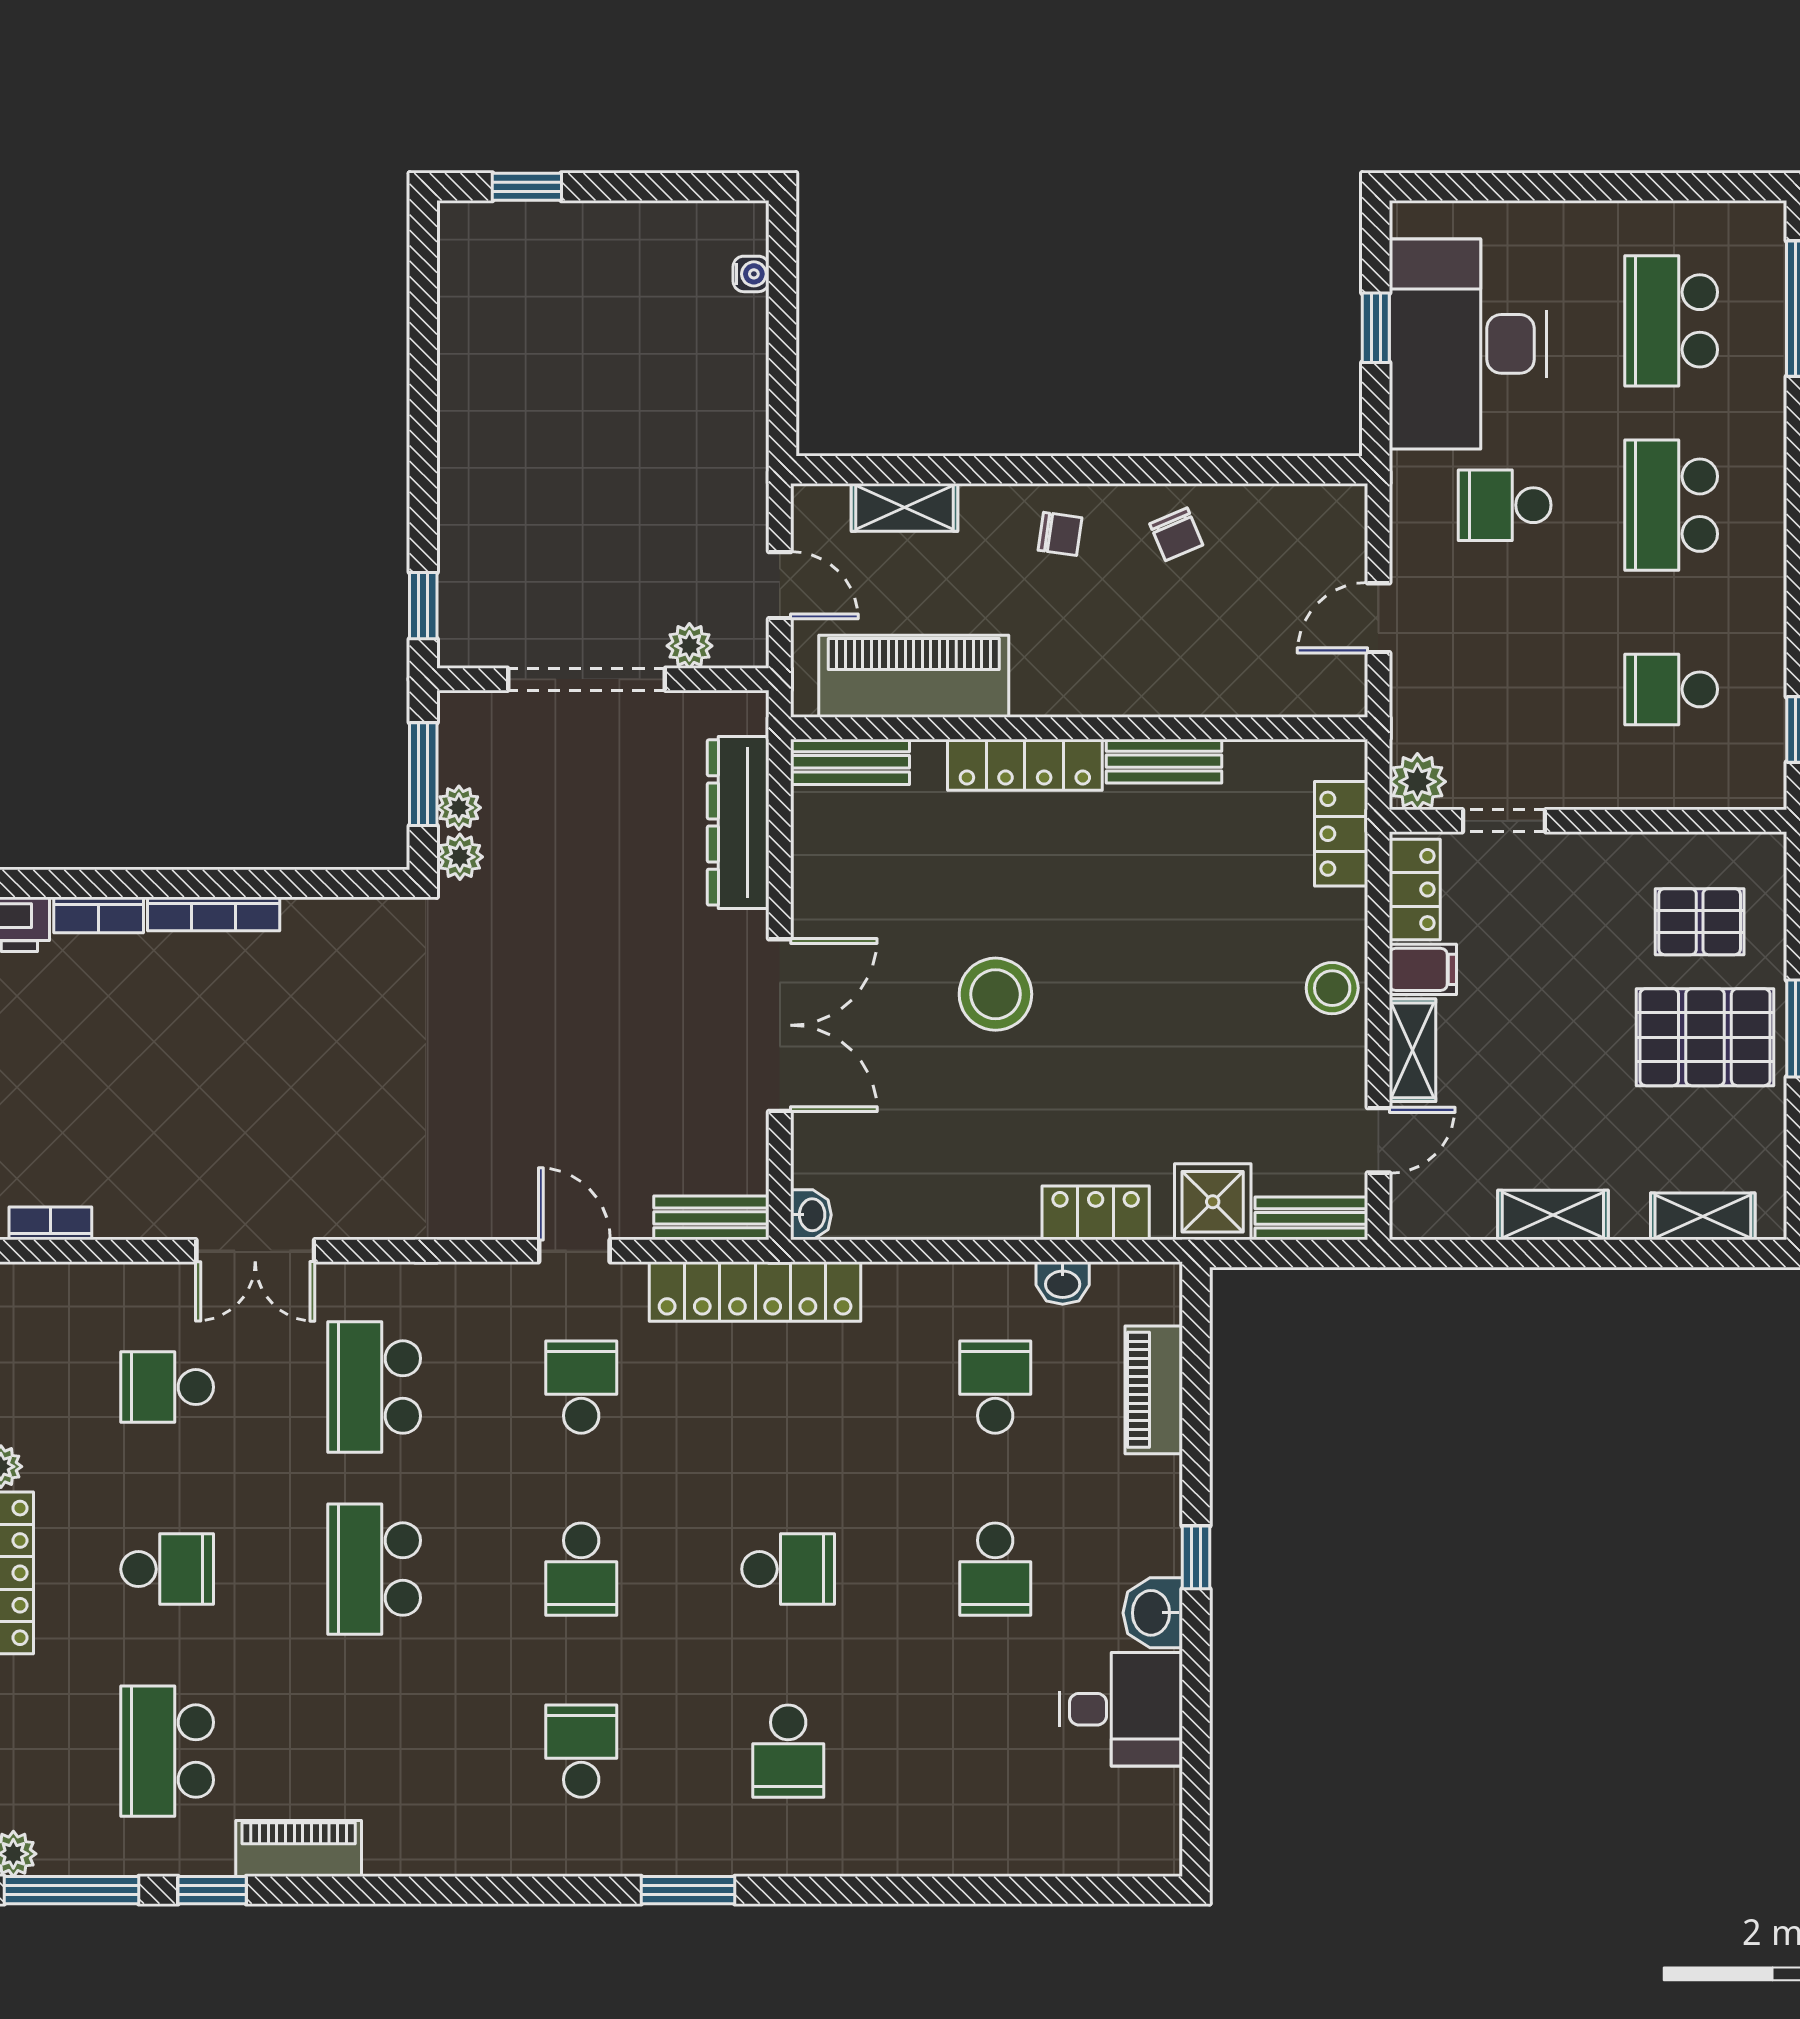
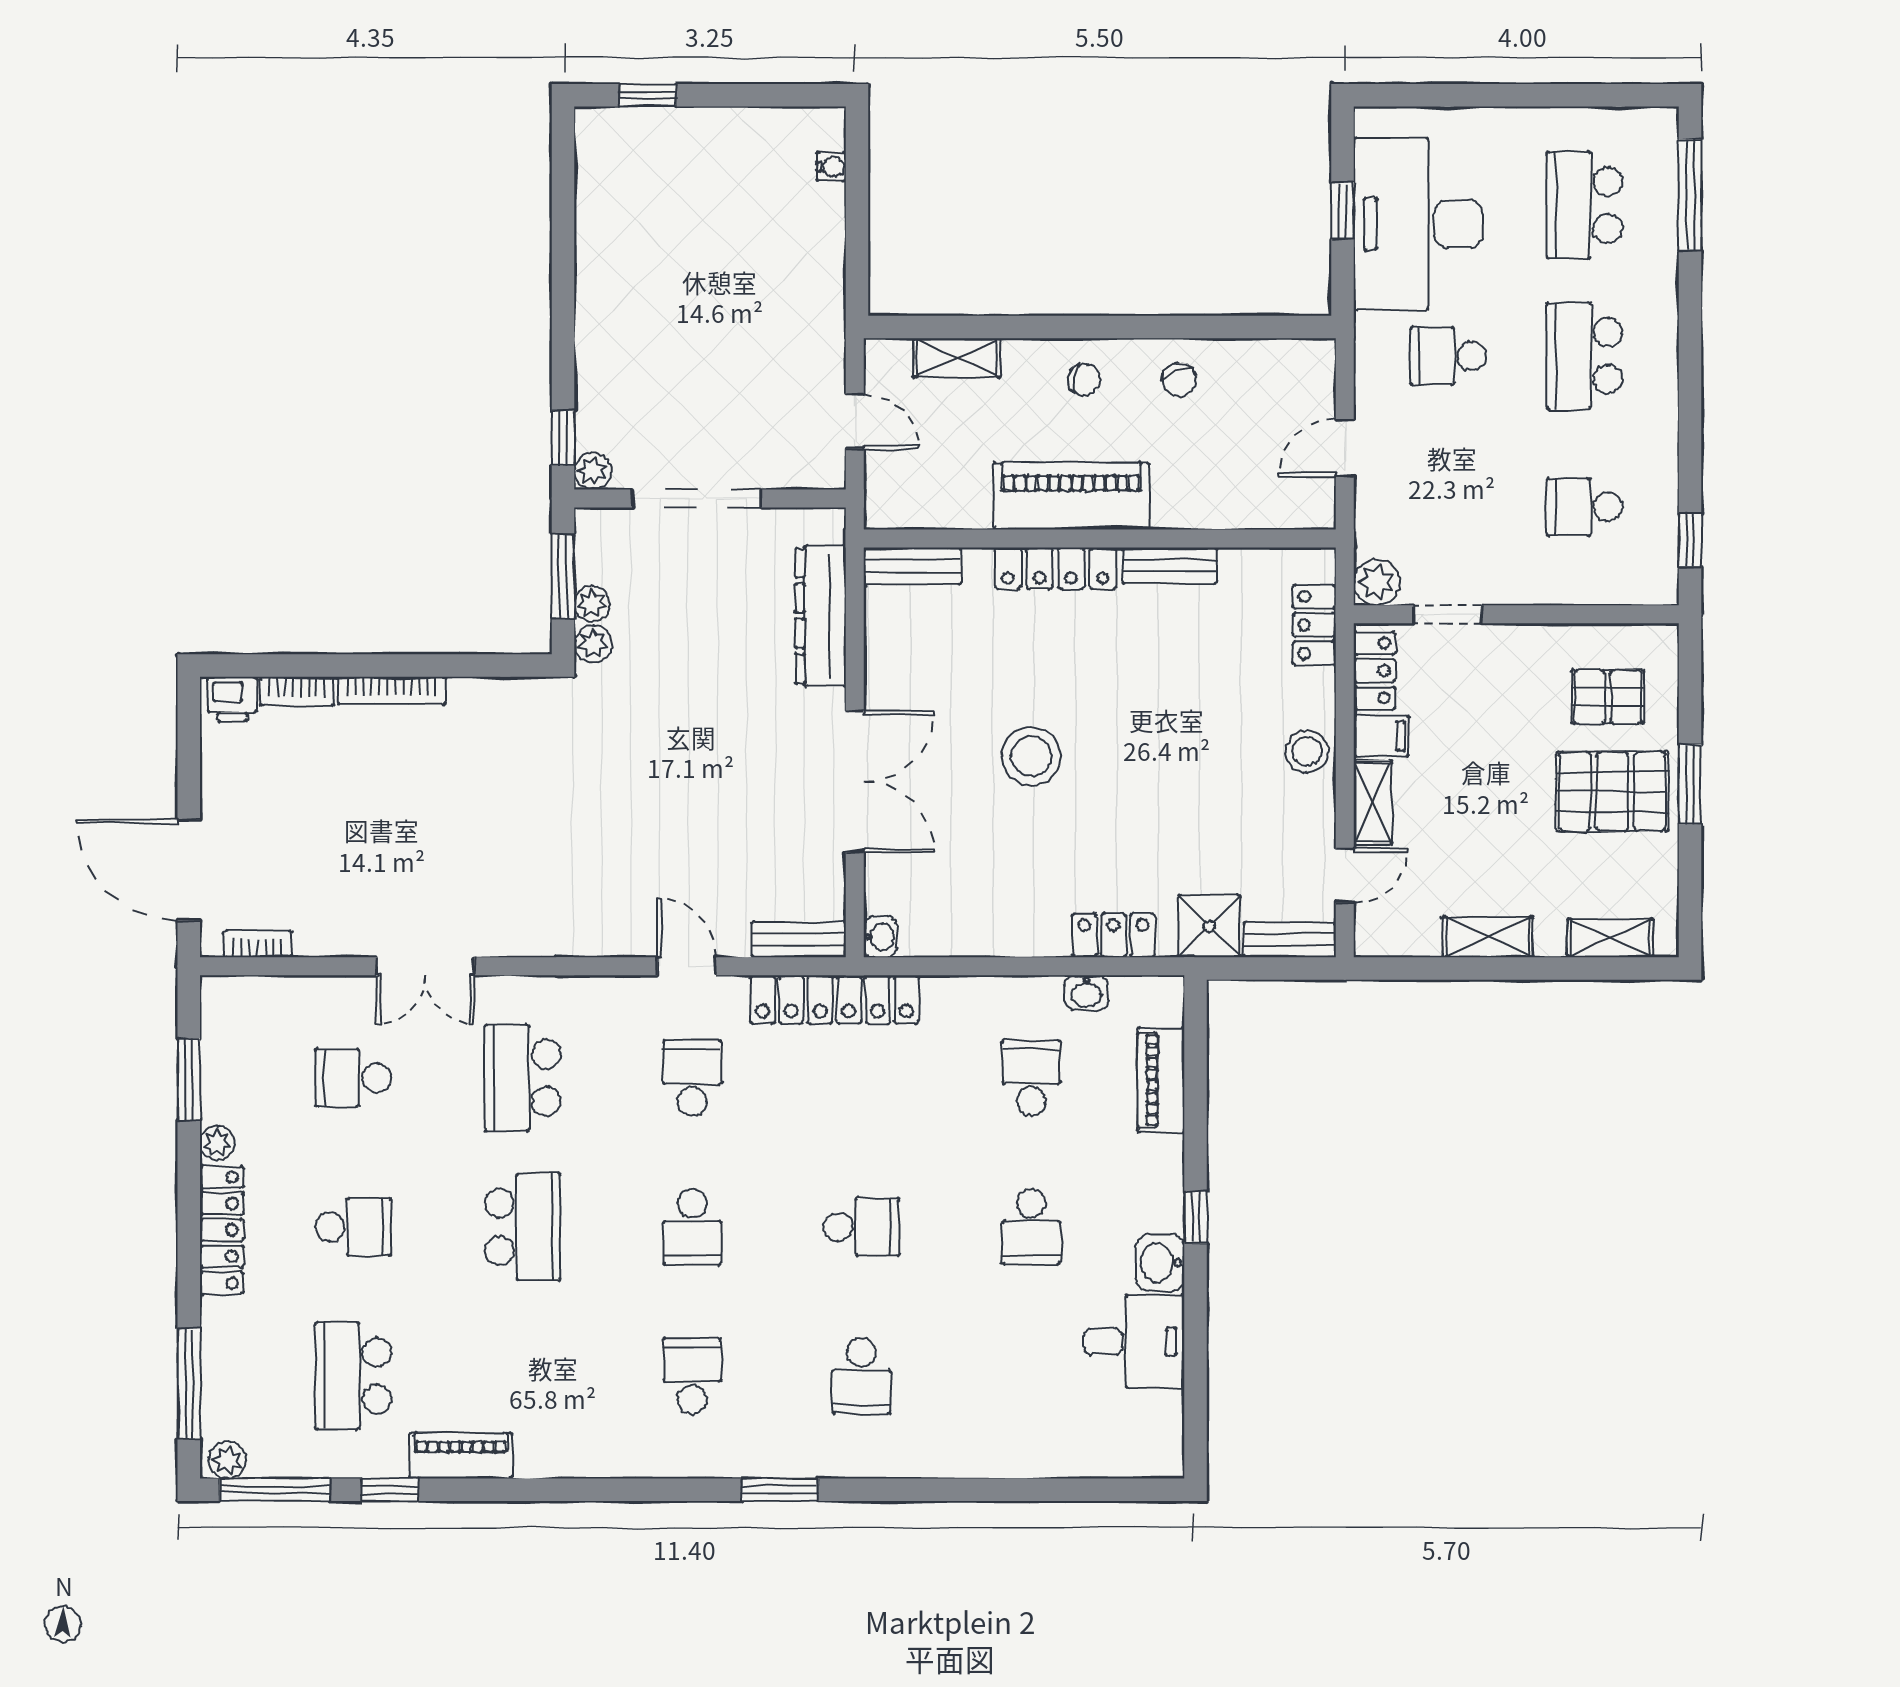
plant: (689, 646) -> (593, 471), moved
piano: (914, 676) -> (1071, 496), moved
school desk: (374, 1569) -> (523, 1227), turned 180

